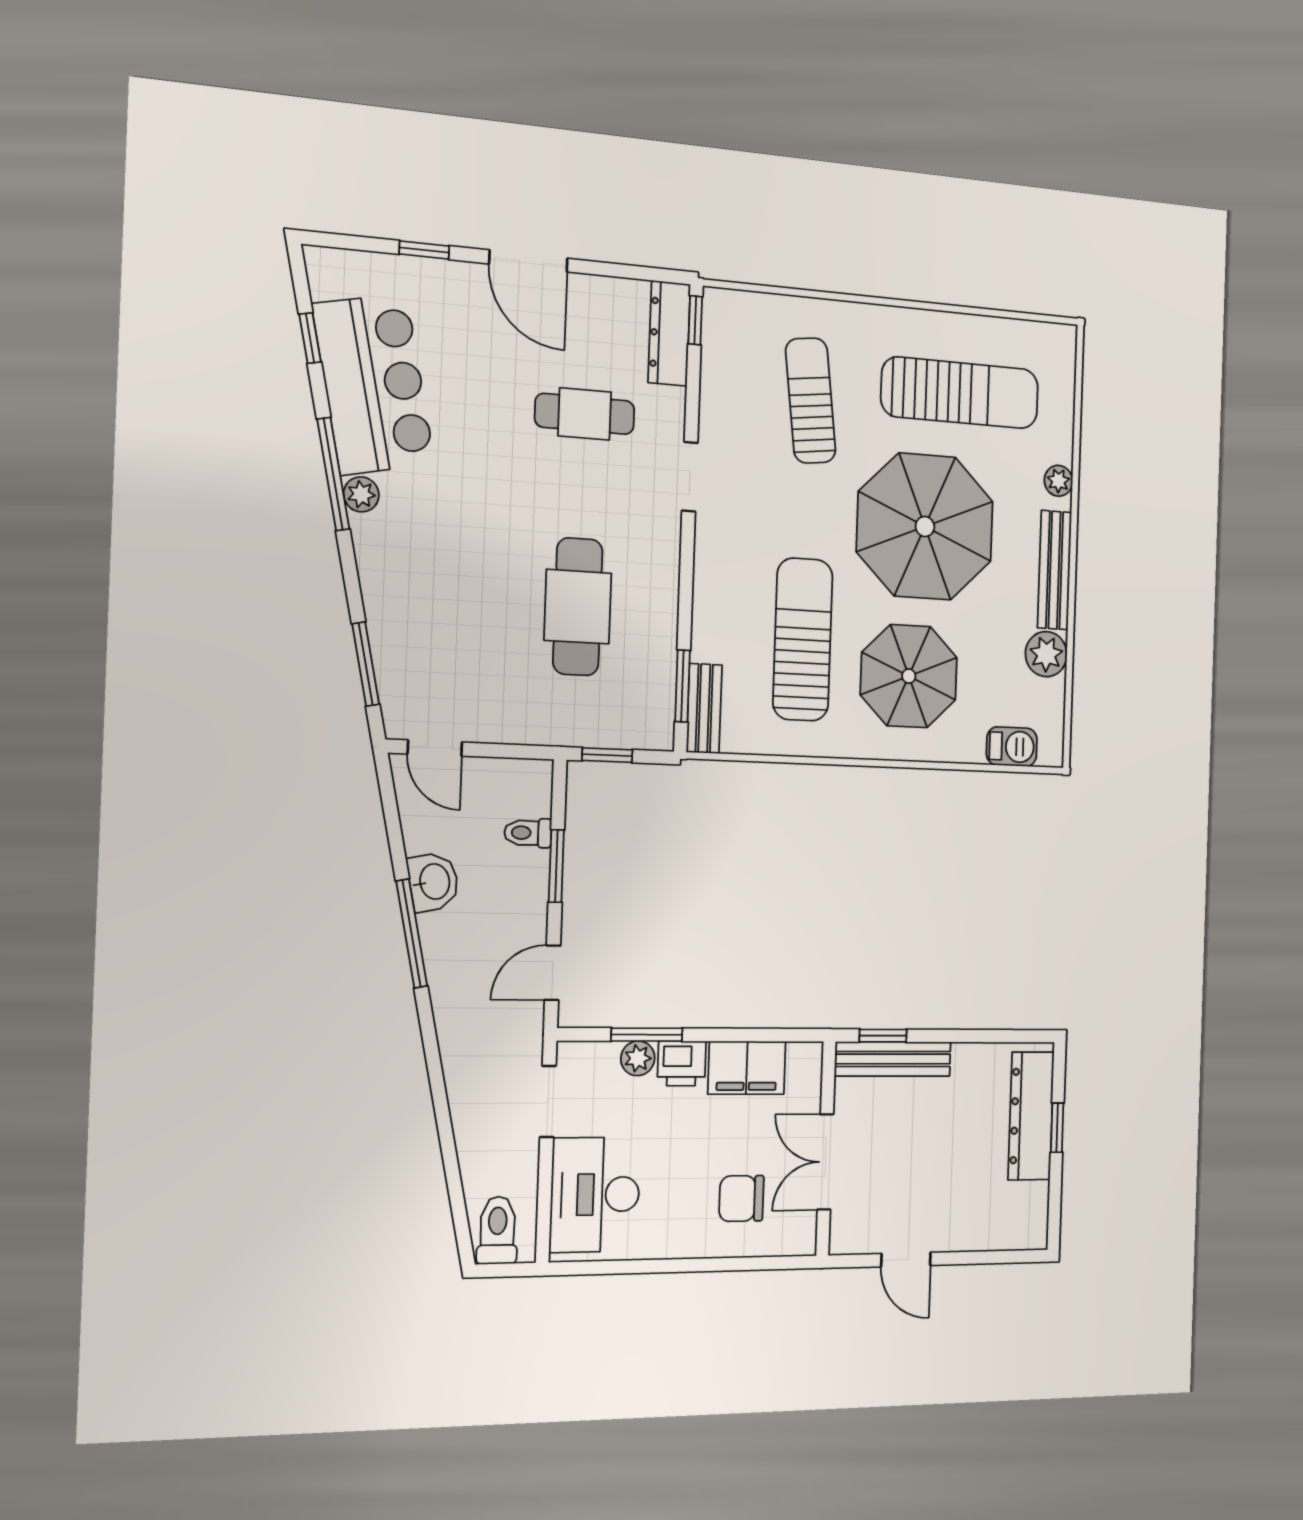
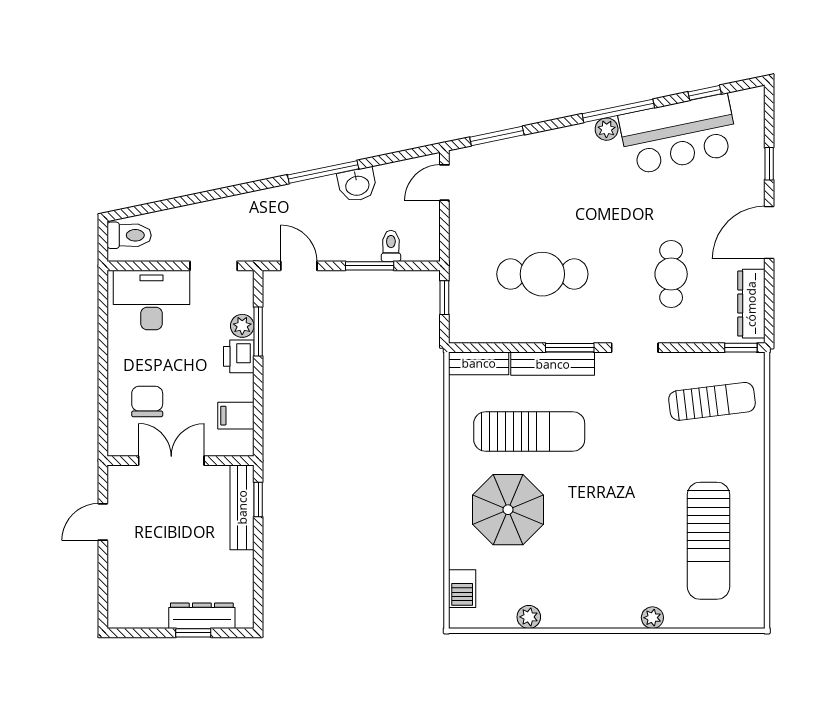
dresser: (669, 333) -> (751, 304), moved, turned -90
sun lounger: (811, 401) -> (712, 401), moved
parasol: (925, 527) -> (613, 518), removed
bench: (1055, 570) -> (553, 364), moved
plant: (1046, 654) -> (529, 617), width x0.73, depth x0.73
window: (682, 686) -> (570, 348), moved
filing cabinet: (747, 1068) -> (236, 416), width x0.50
dresser: (1031, 1116) -> (202, 616), width x0.73, depth x0.80

